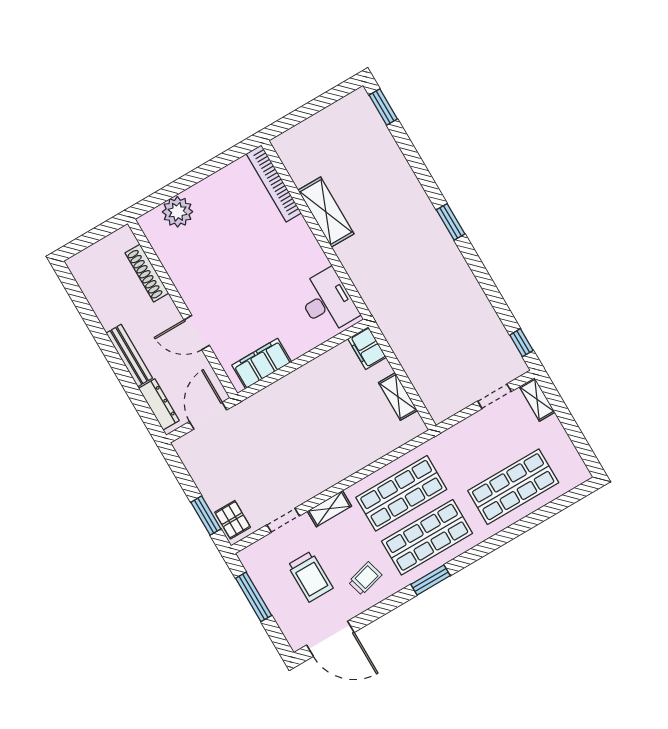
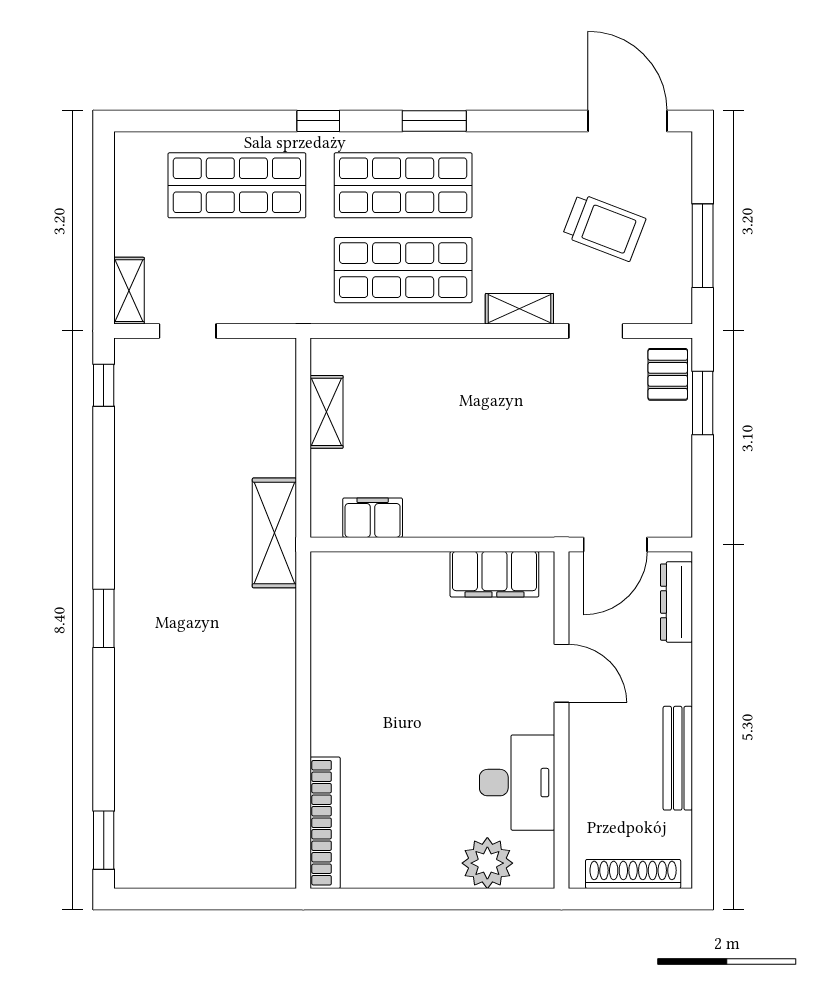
shelving: (326, 212) -> (274, 533), moved
shoe rack: (147, 273) -> (633, 874), moved, turned -90
desk: (327, 302) -> (517, 783), moved, turned 180
filing cabinet: (367, 348) -> (373, 518), moved, turned -90
bench: (129, 356) -> (678, 758), moved
window: (491, 545) -> (318, 121), added
trolley: (310, 577) -> (604, 227), turned 111
trolley: (365, 579) -> (527, 178), removed

